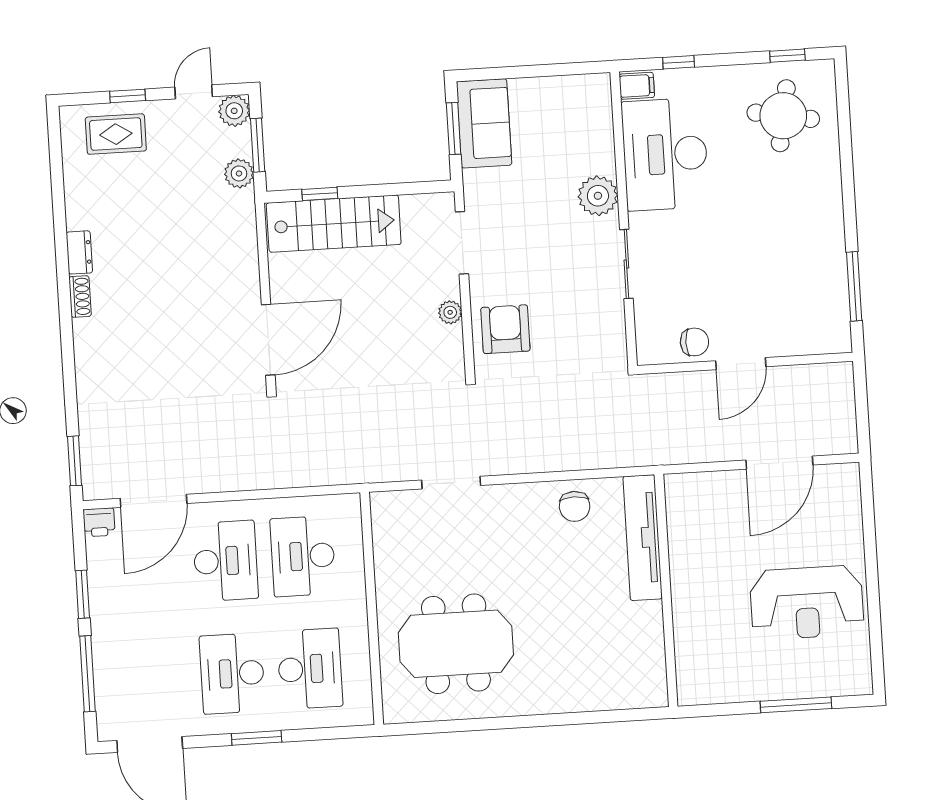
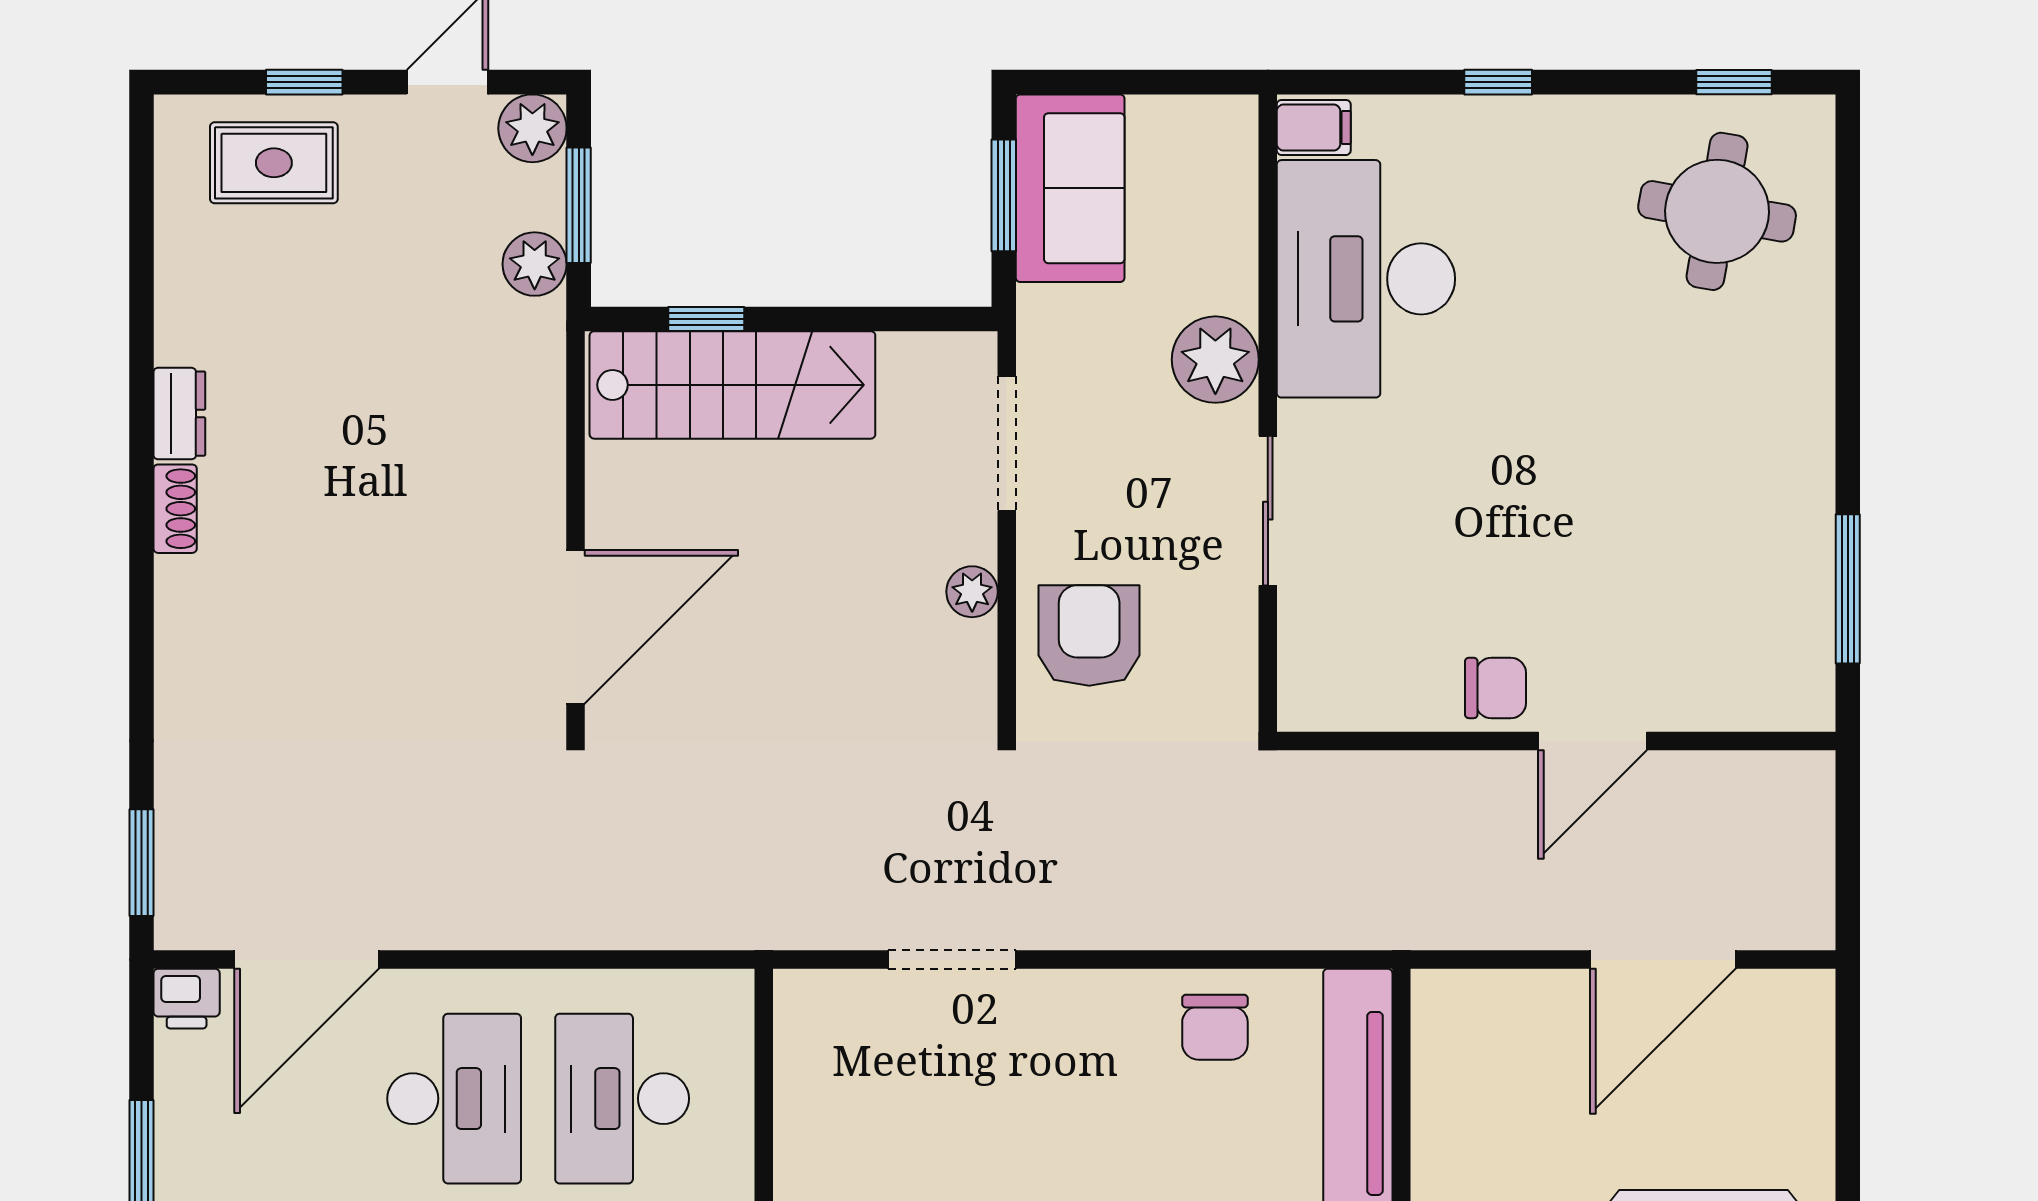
filing cabinet: (637, 86) -> (1314, 127), moved
desk: (665, 154) -> (1366, 279), moved
plant: (598, 196) -> (1215, 360), moved
wall: (624, 219) -> (1268, 413), moved
sliding door: (626, 264) -> (1268, 511), moved

